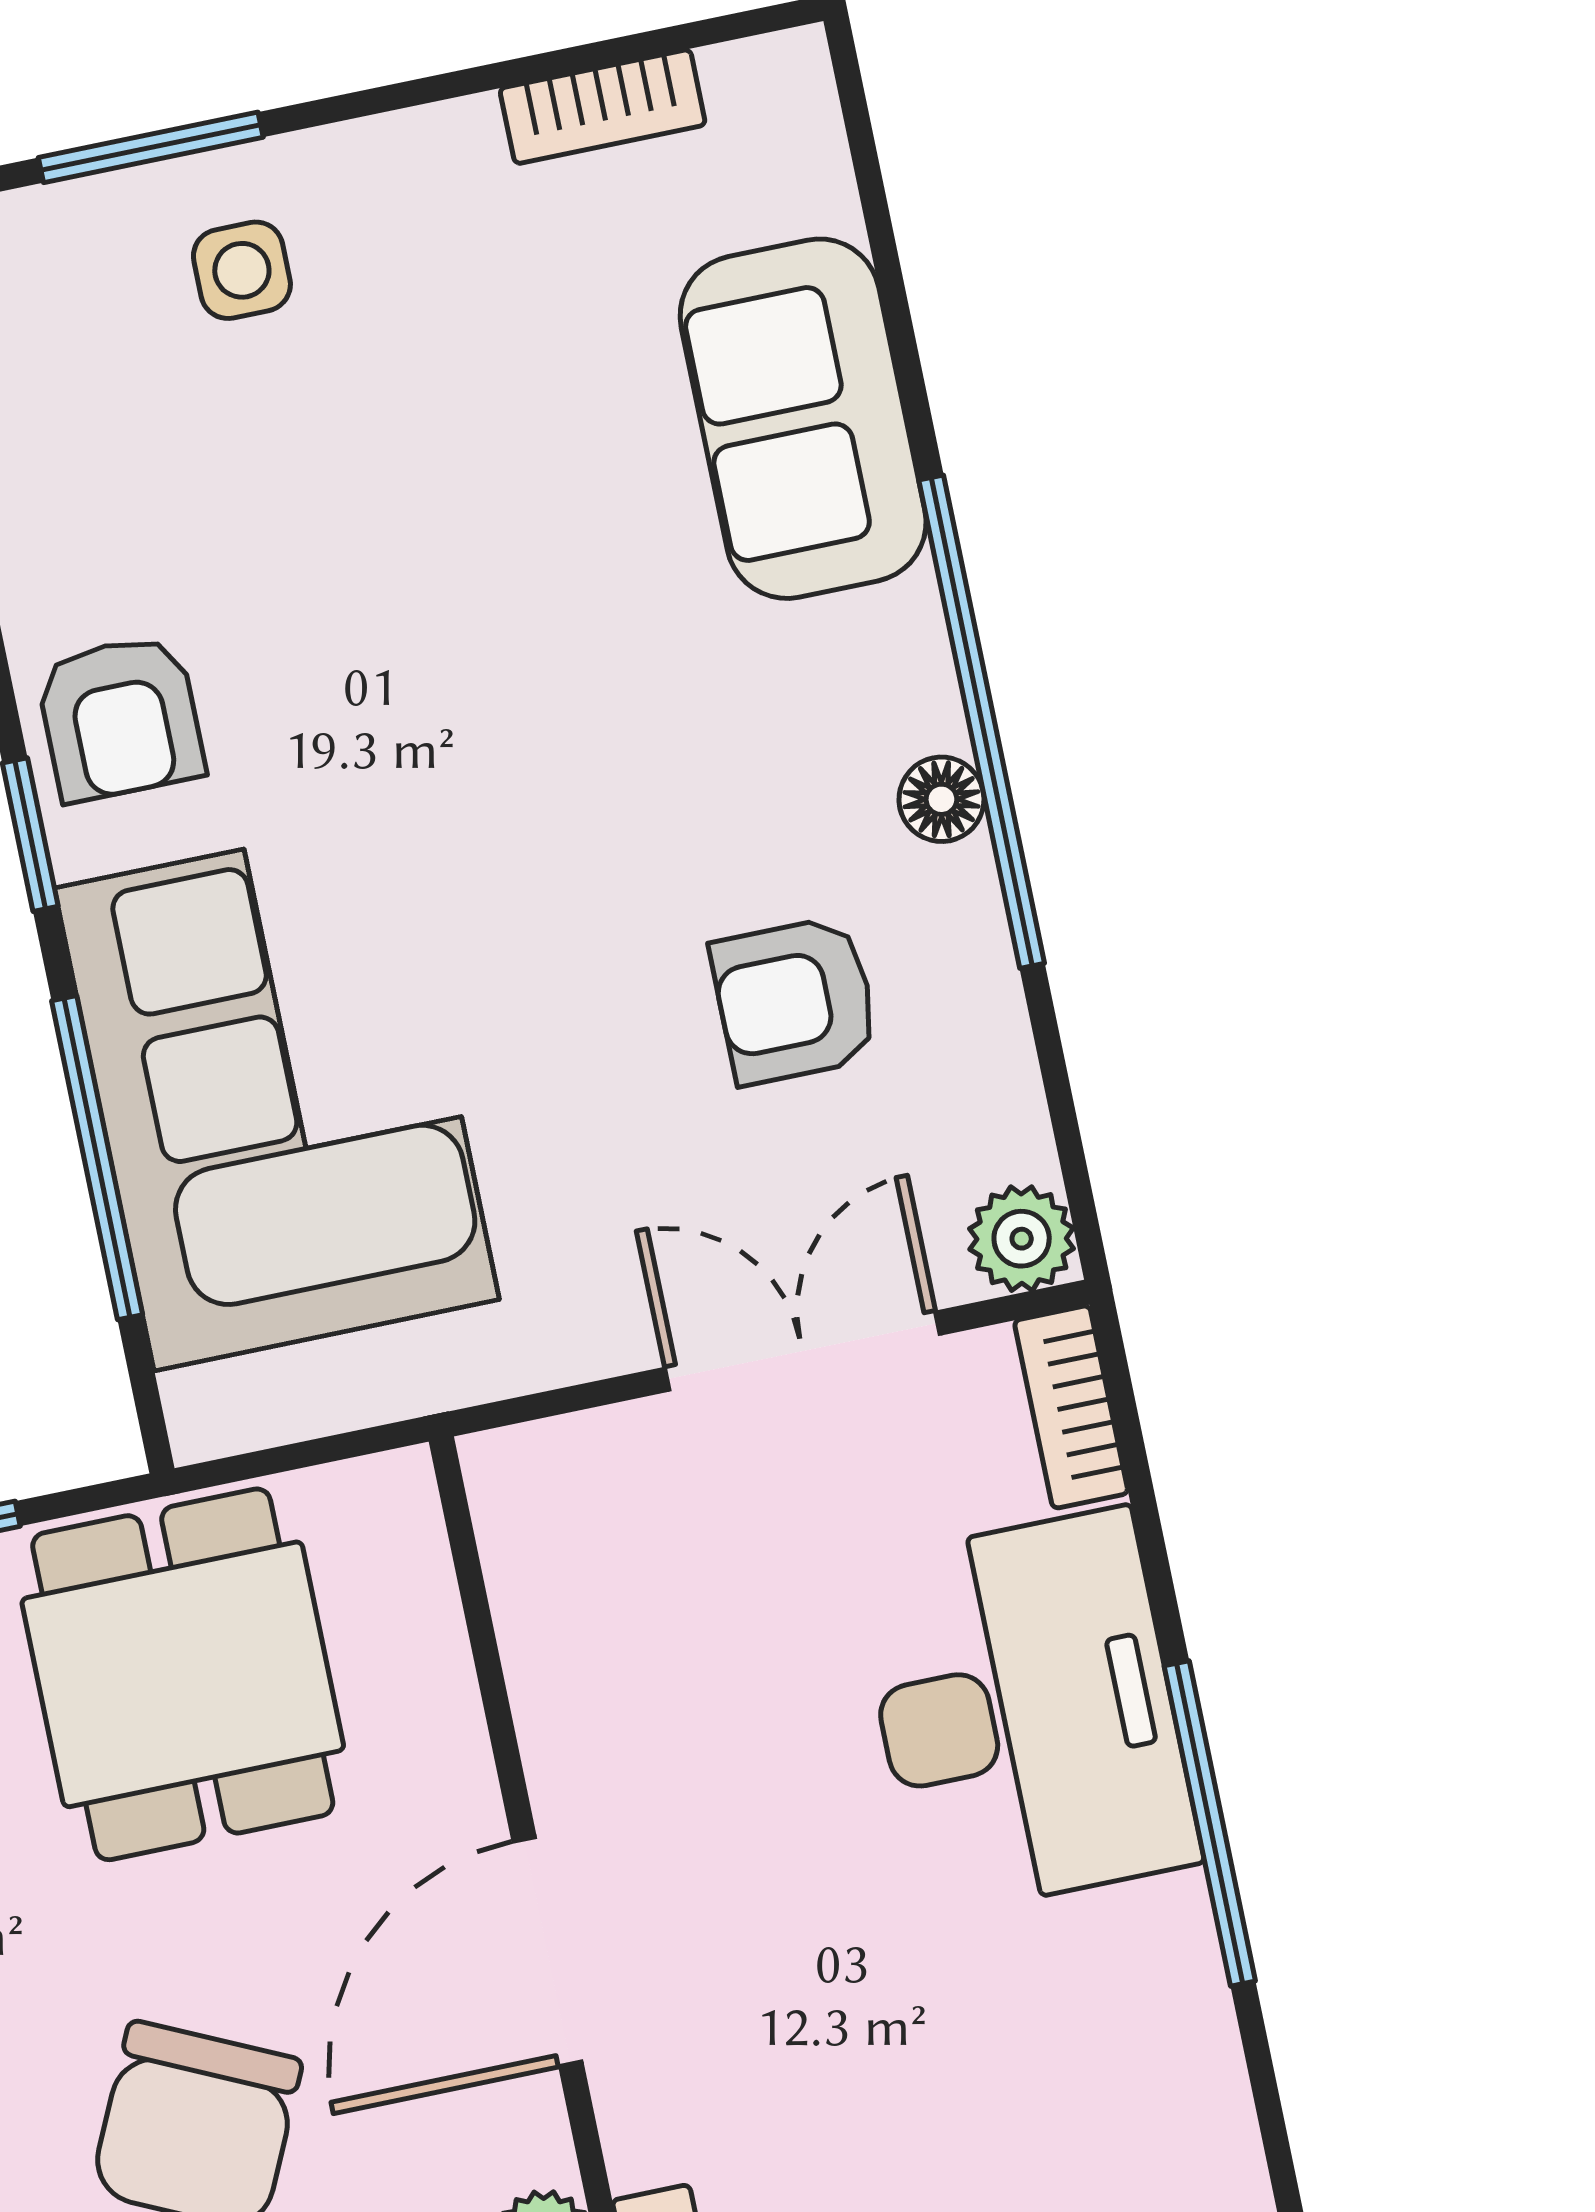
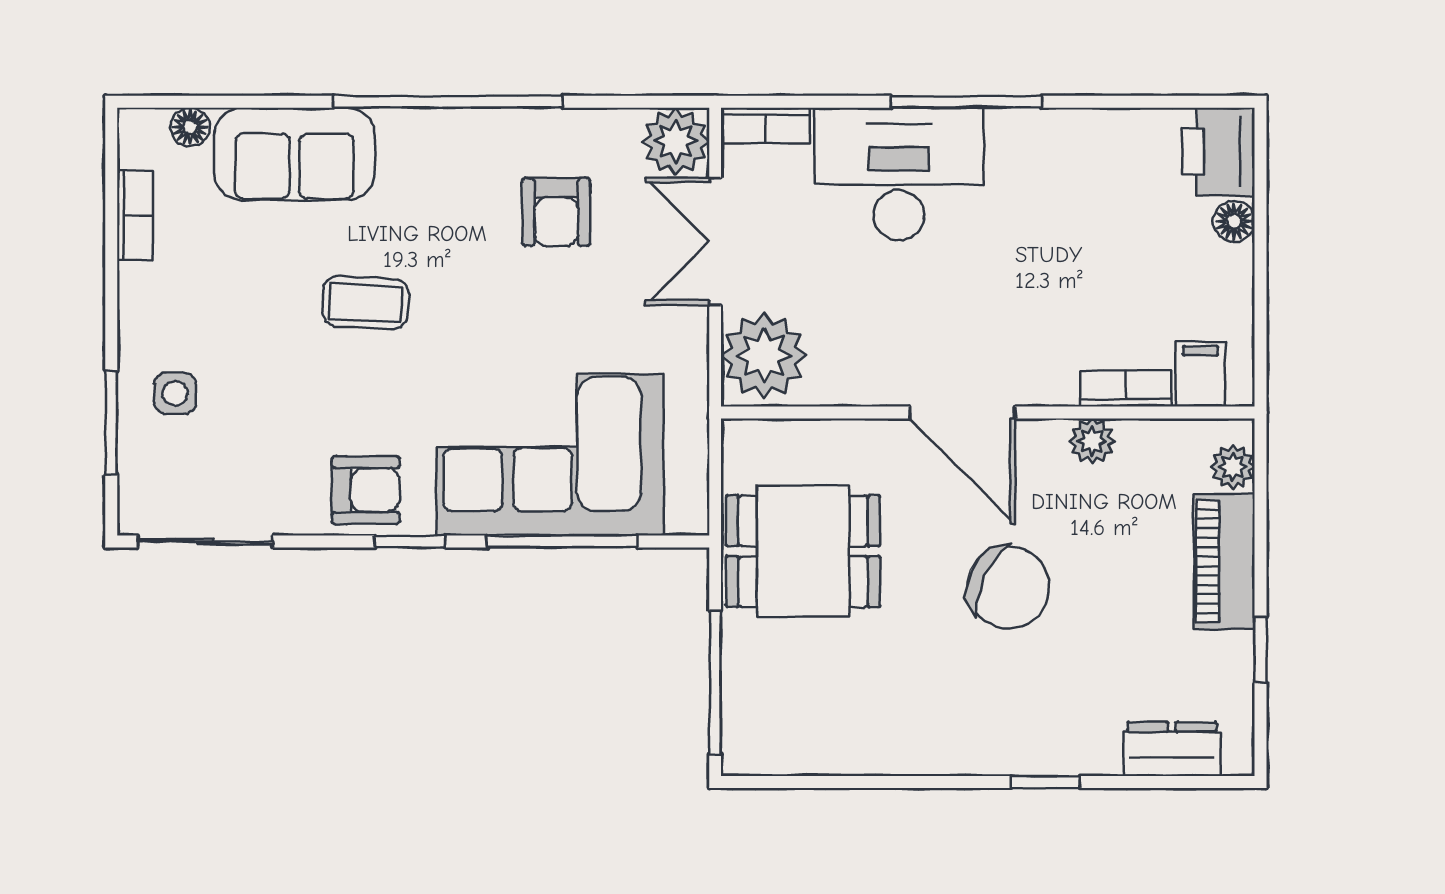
coffee table: (519, 635) -> (365, 303), added
floor lamp: (941, 799) -> (190, 127), moved
plant: (1022, 1239) -> (676, 141), width x1.38, depth x1.38
plant: (581, 1505) -> (764, 356), added

